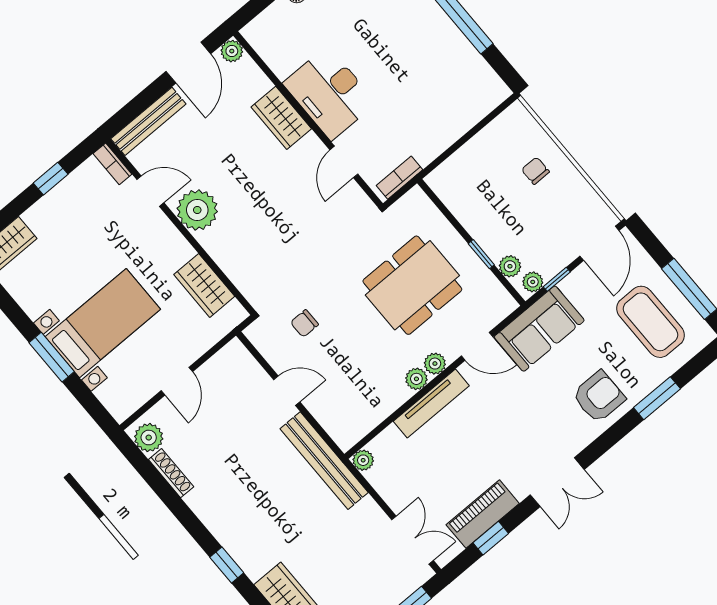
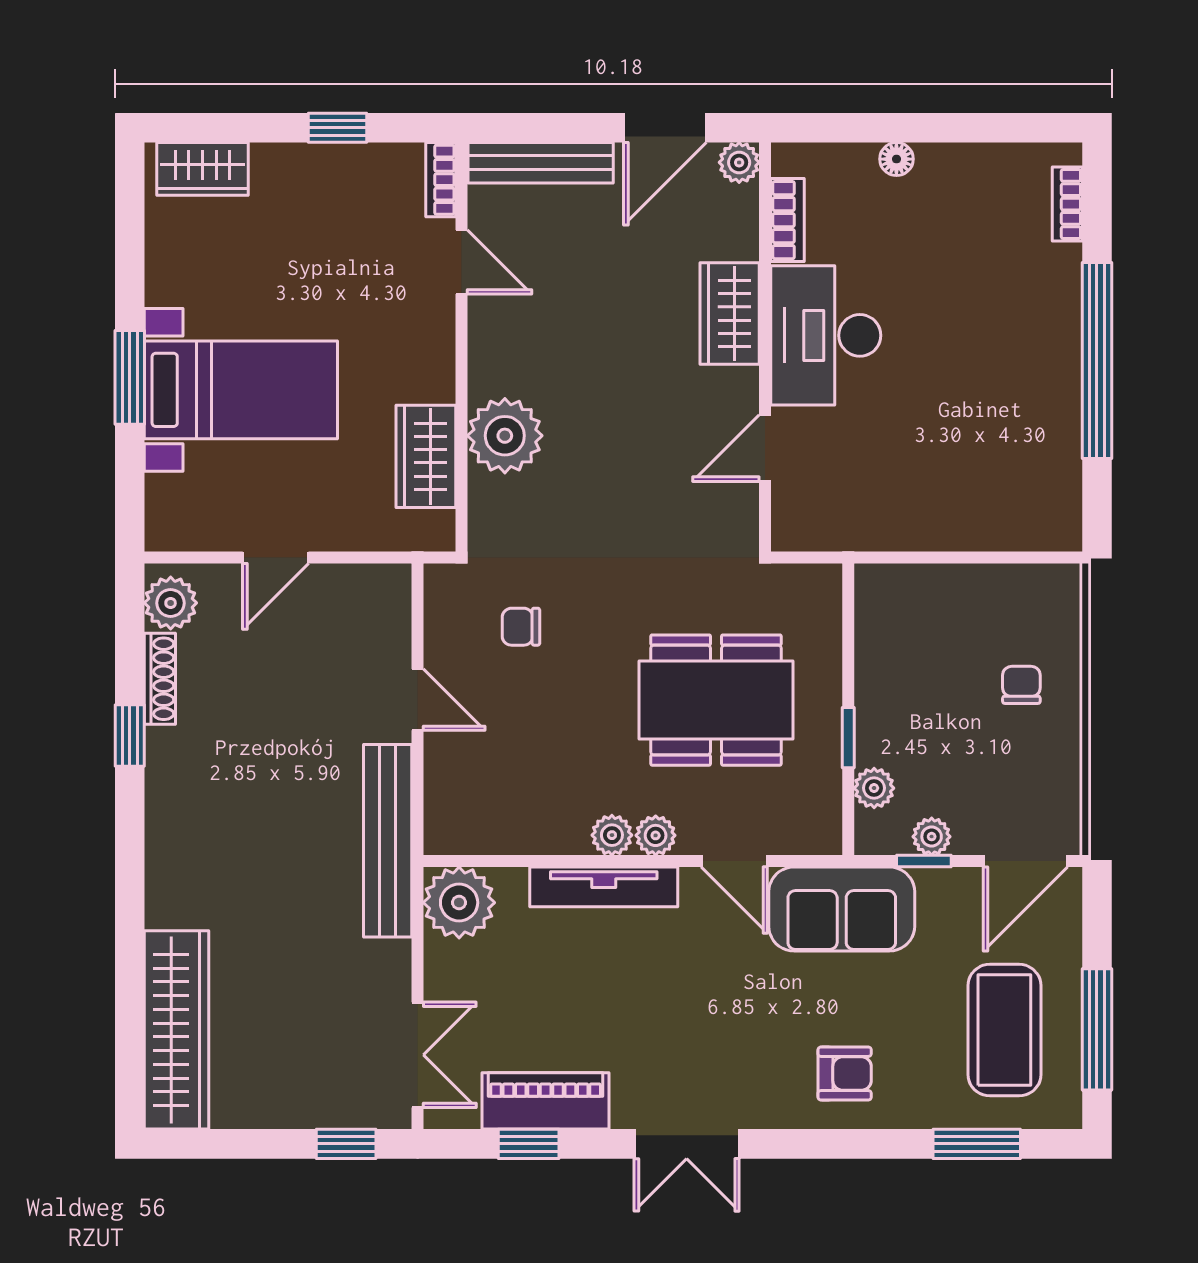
bookcase: (399, 178) -> (788, 220), moved, turned 90
plant: (197, 210) -> (505, 436), moved
plant: (533, 282) -> (932, 837), moved
armchair: (599, 397) -> (845, 1074), width x0.72, depth x0.72
window: (657, 398) -> (977, 1144), moved
plant: (363, 460) -> (459, 903), width x1.88, depth x1.88
window: (227, 565) -> (130, 735), moved

